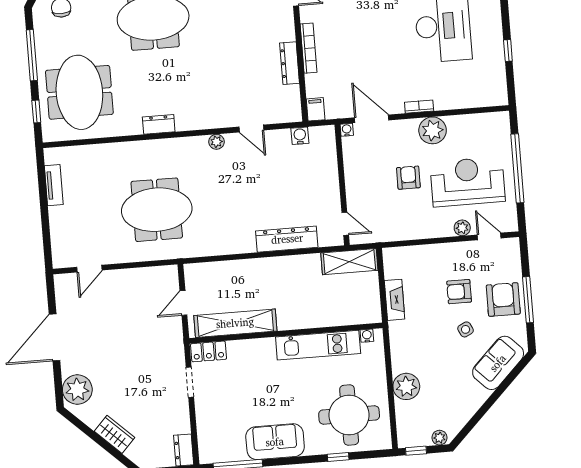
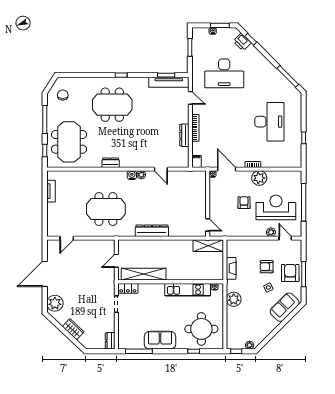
water cooler: (300, 136) -> (132, 175), moved
dresser: (287, 239) -> (152, 231), moved
plant: (406, 386) -> (234, 299), moved

